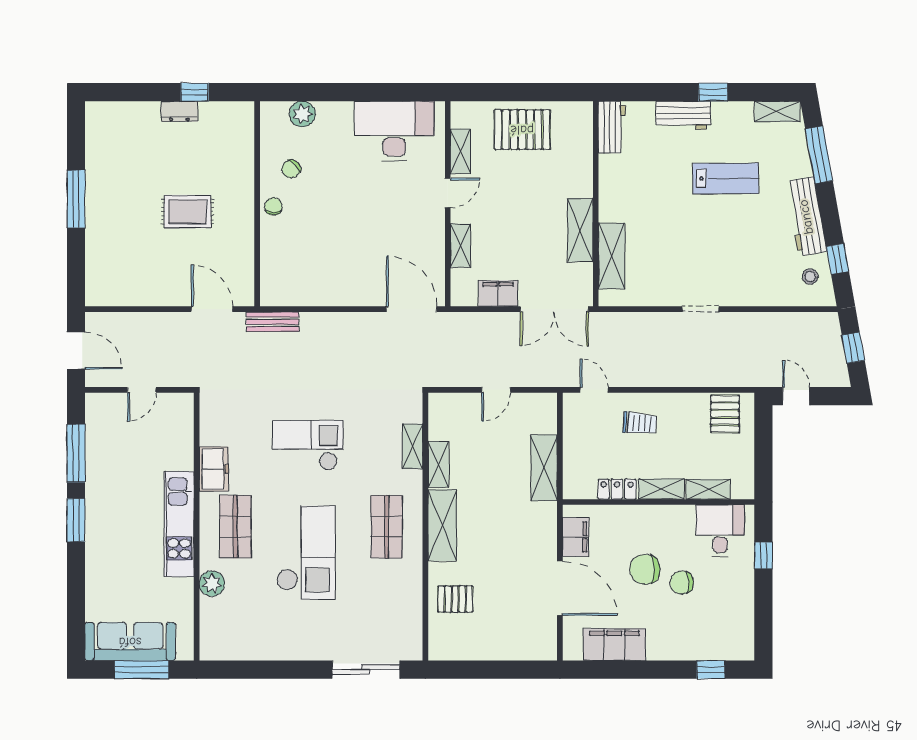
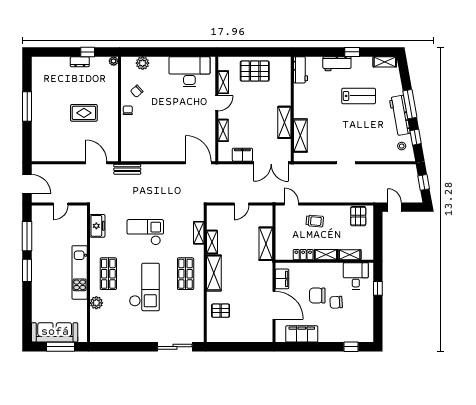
plant: (246, 110) -> (114, 61), added
window: (819, 155) -> (410, 104), moved
freezer: (214, 469) -> (97, 226), moved

